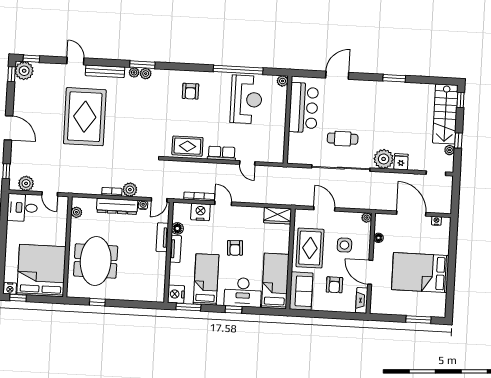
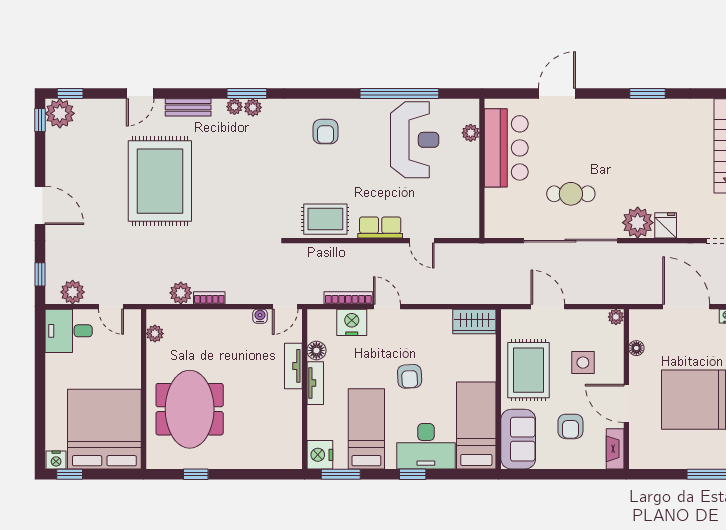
door: (75, 61) -> (140, 94), swing flipped
bench: (105, 71) -> (188, 107), width x0.73
plant: (283, 81) -> (471, 133), moved
plant: (130, 190) -> (181, 293), moved
dresser: (117, 206) -> (219, 321), removed

